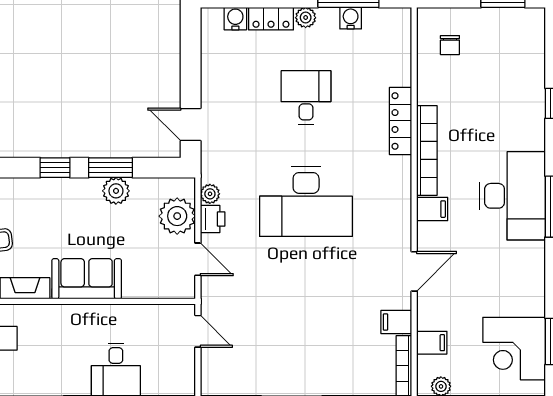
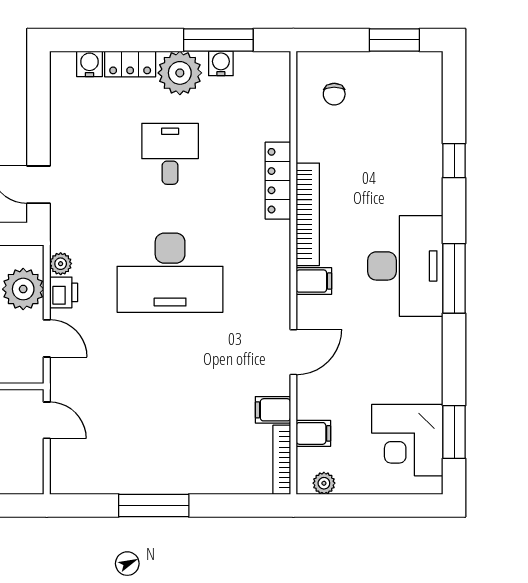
plant: (306, 18) -> (180, 73), width x1.88, depth x1.88

